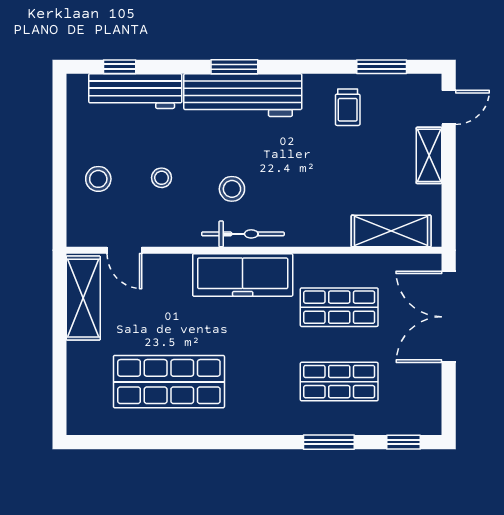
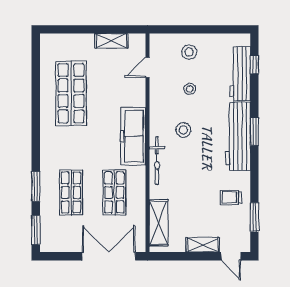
bicycle: (243, 234) -> (157, 161), moved
shelving: (83, 298) -> (111, 41), width x0.67, depth x0.75
window: (404, 442) -> (36, 230), width x1.50

